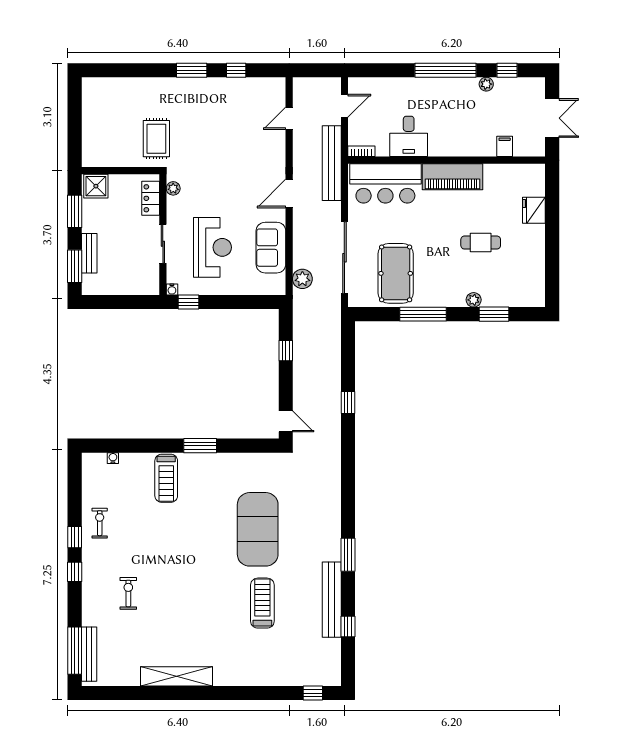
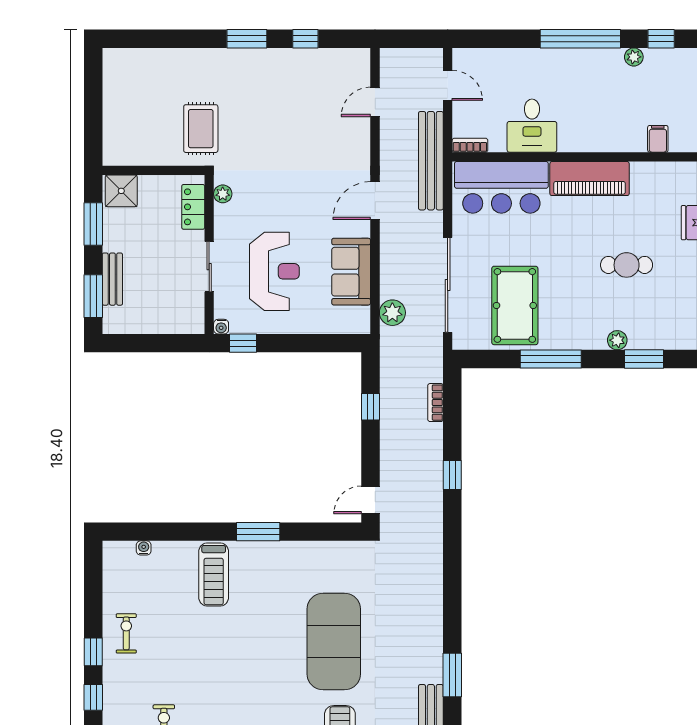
door: (344, 106) -> (448, 85), hinge flipped
bookcase: (335, 347) -> (436, 403), added
door: (286, 421) -> (370, 500), swing flipped

